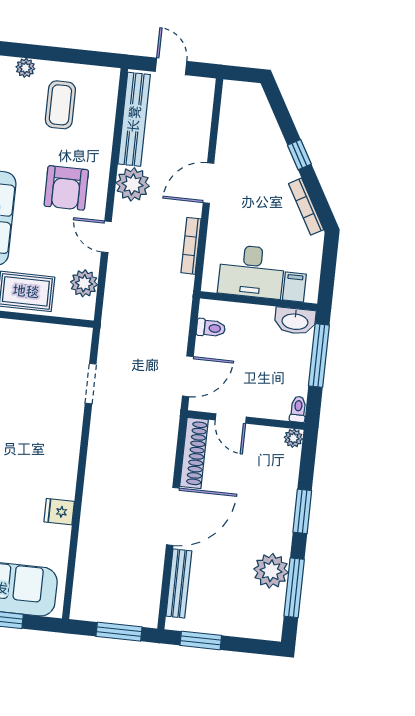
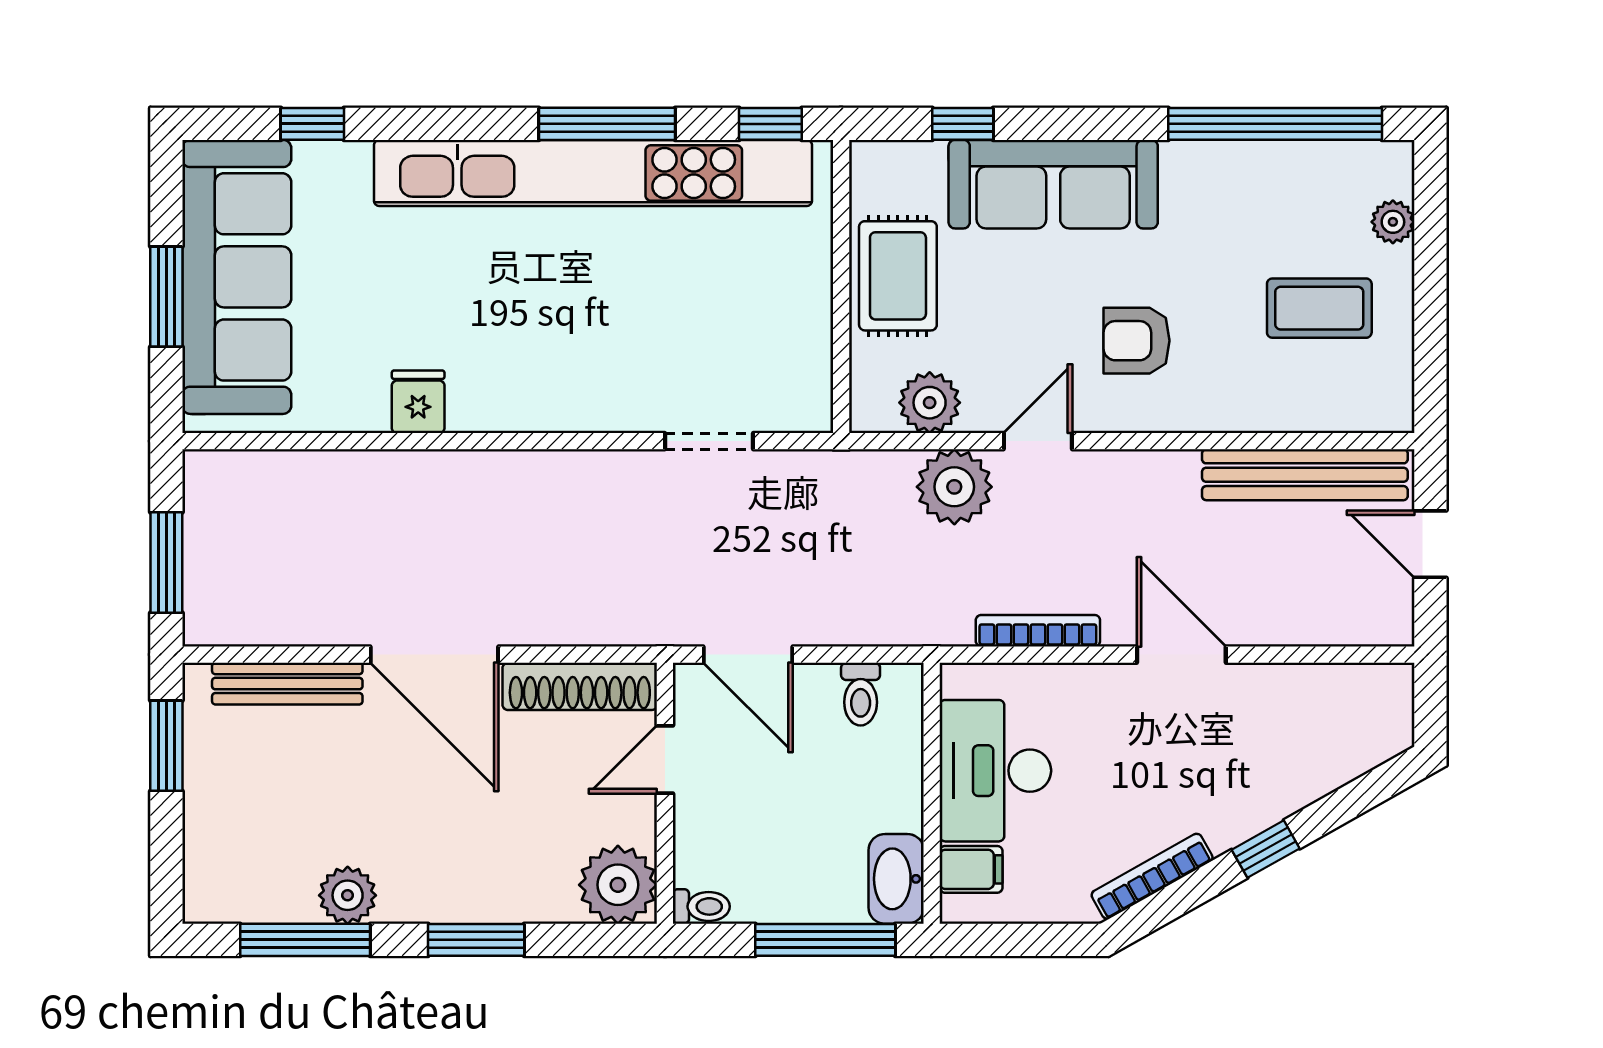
door: (171, 66) -> (1430, 544), swing flipped
plant: (133, 184) -> (954, 487), moved
armchair: (66, 188) -> (1137, 341), width x0.72, depth x0.72
plant: (293, 438) -> (618, 885), width x1.88, depth x1.88
plant: (271, 571) -> (348, 895), width x0.73, depth x0.73

